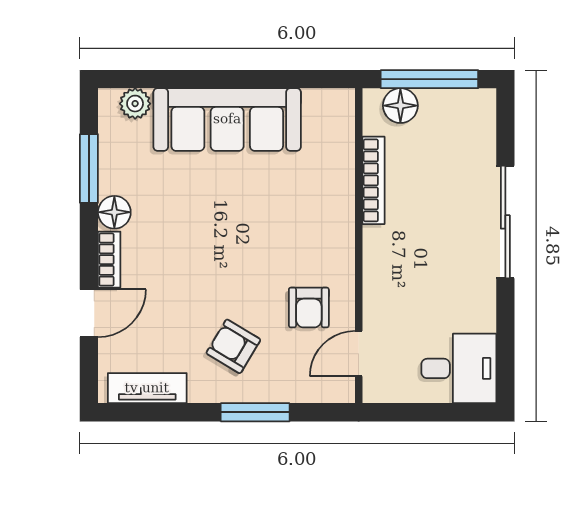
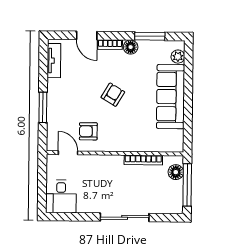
armchair: (233, 346) -> (113, 95), moved

